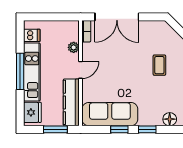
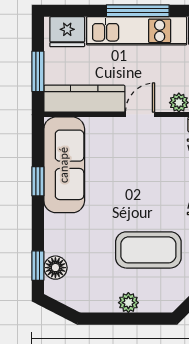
coffee table: (159, 65) -> (148, 250), width x1.86, depth x1.72
door: (81, 70) -> (140, 115), swing flipped
window: (147, 129) -> (38, 266), moved

